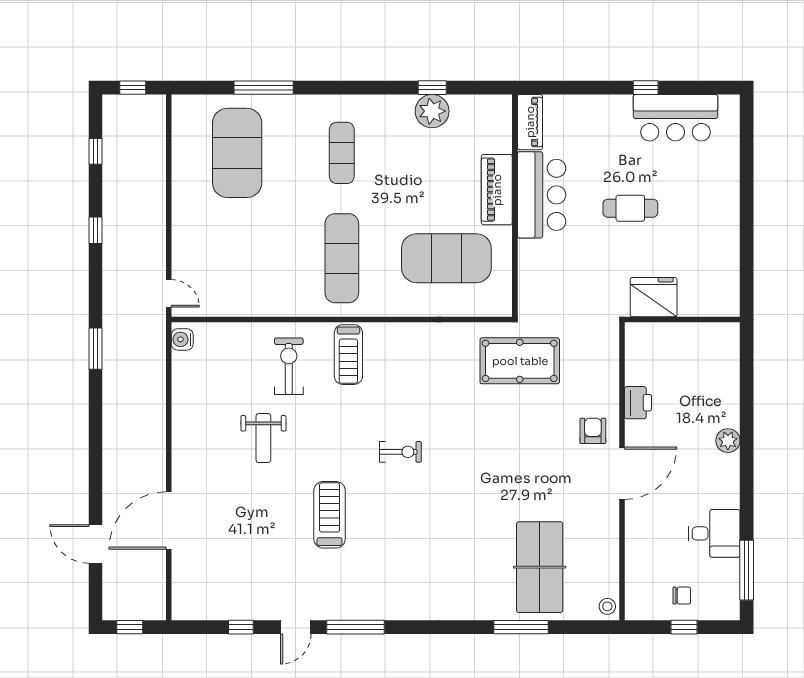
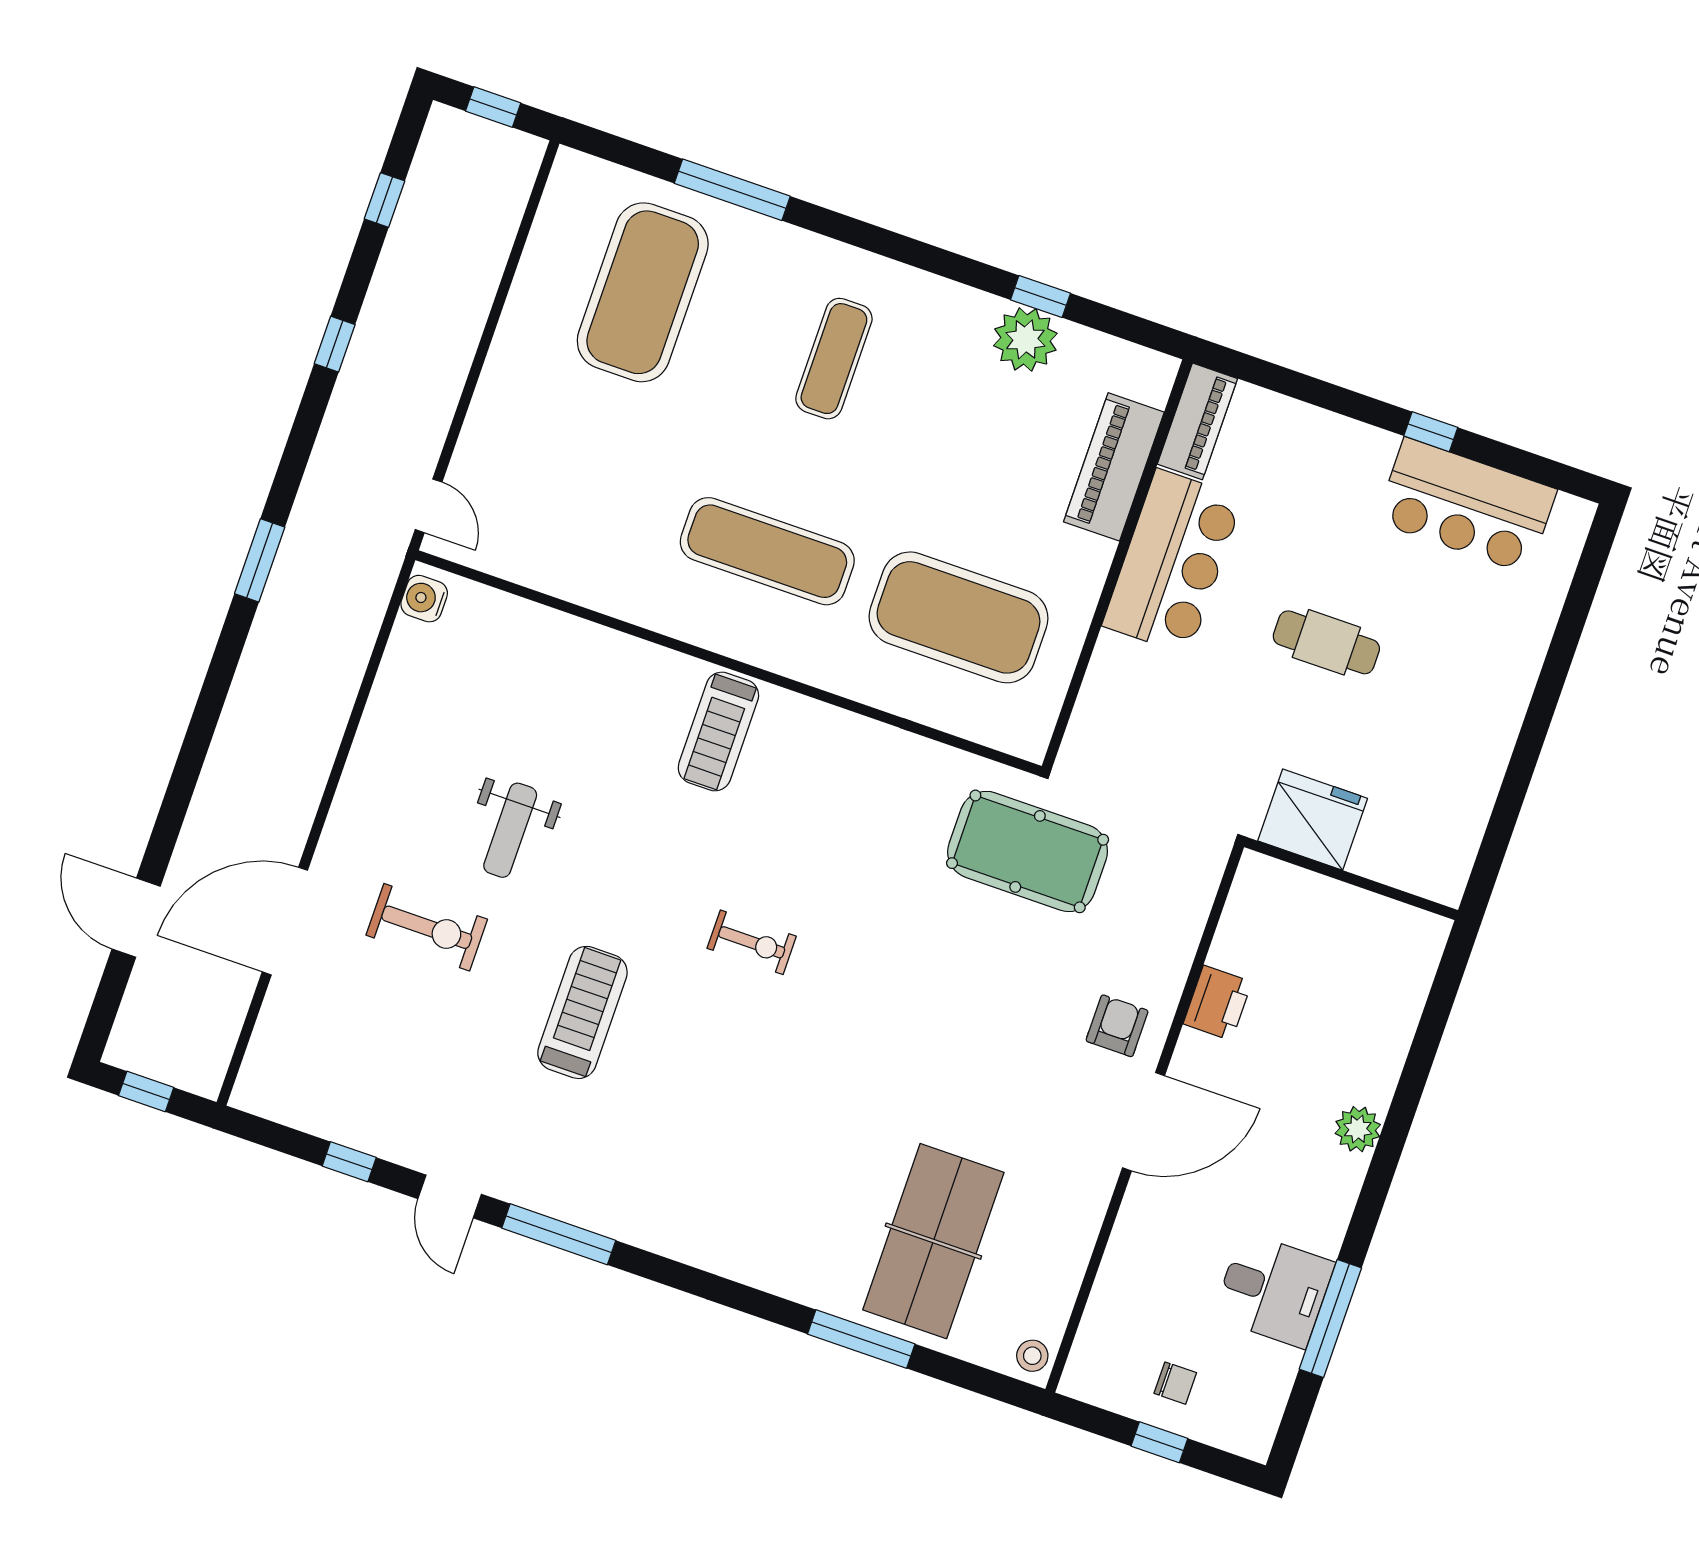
piano: (497, 190) -> (1114, 467), moved
exercise mat: (342, 258) -> (767, 551), turned 90
exercise bike: (289, 366) -> (427, 927), moved, turned 90
window: (747, 570) -> (1330, 1318), moved
door: (296, 627) -> (450, 1197), hinge flipped

